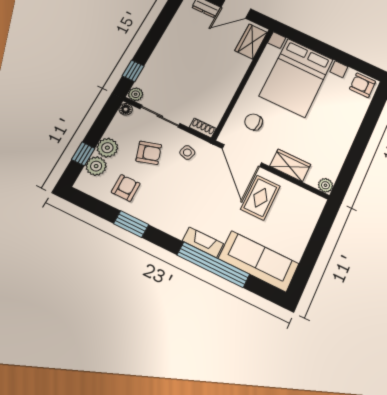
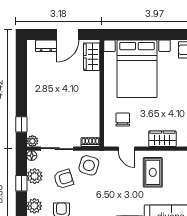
chair: (254, 122) -> (123, 119), turned 90
plant: (107, 148) -> (35, 176), moved
side table: (187, 152) -> (89, 165), width x1.87, depth x1.87
window: (83, 154) -> (21, 183), moved
door: (242, 156) -> (126, 149), width x0.53

